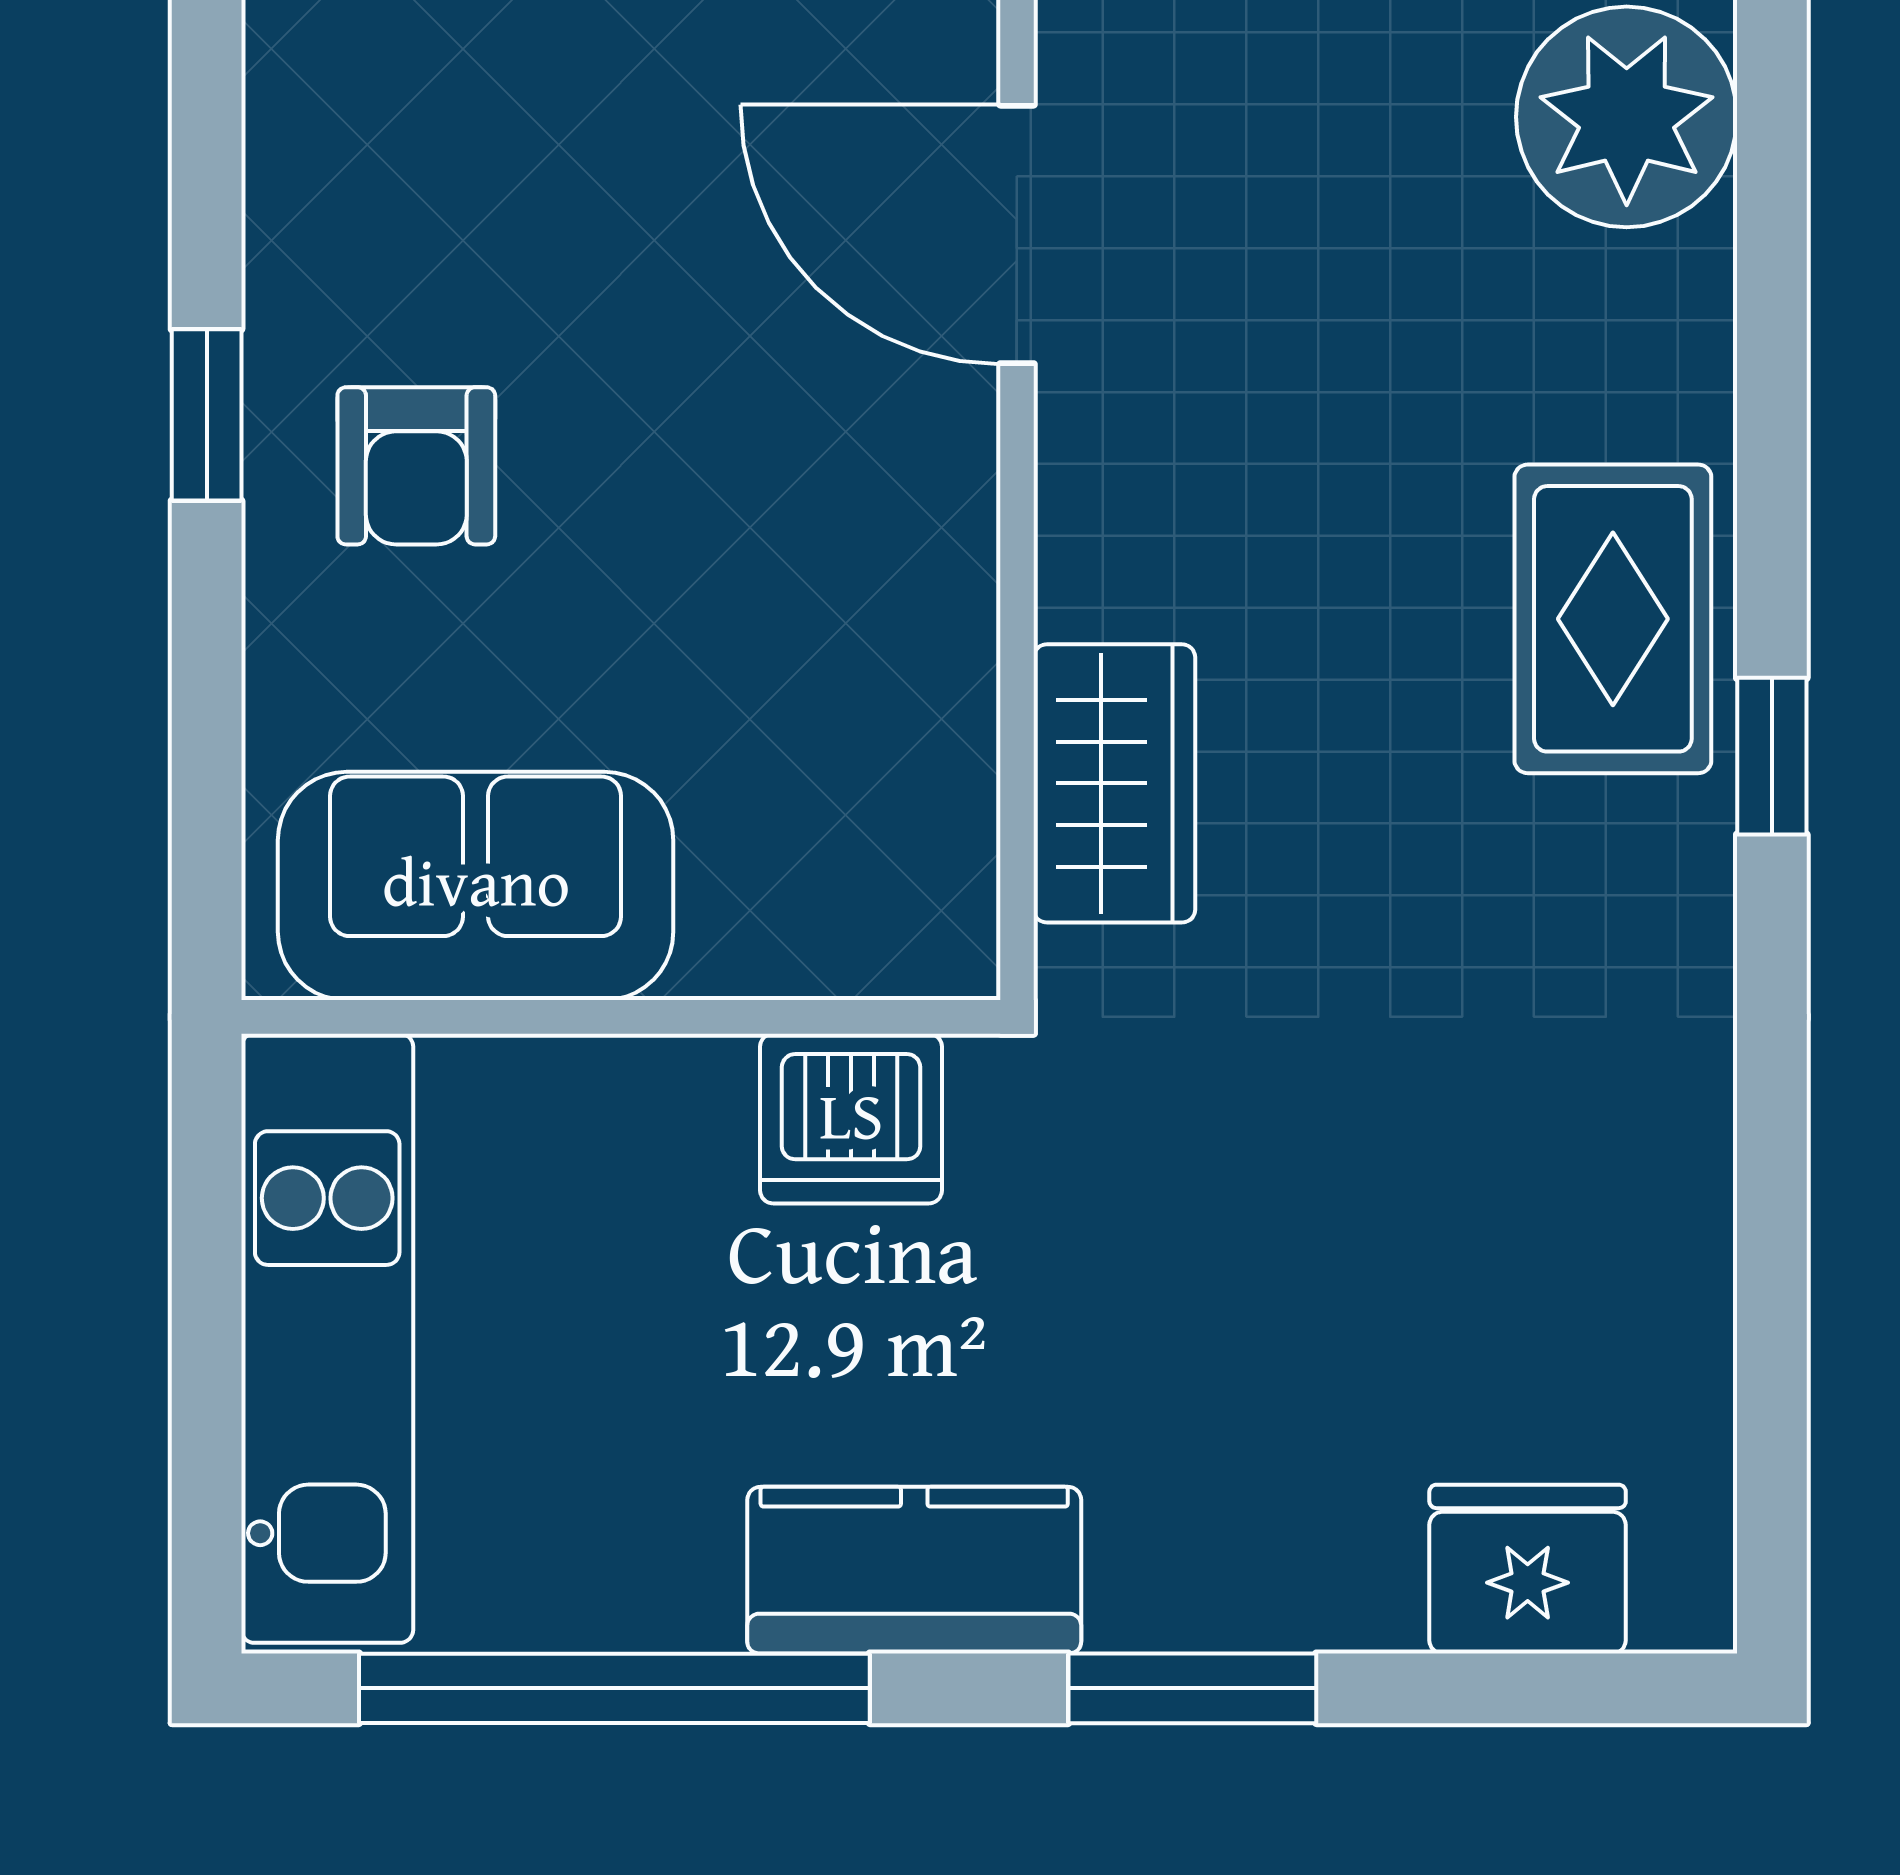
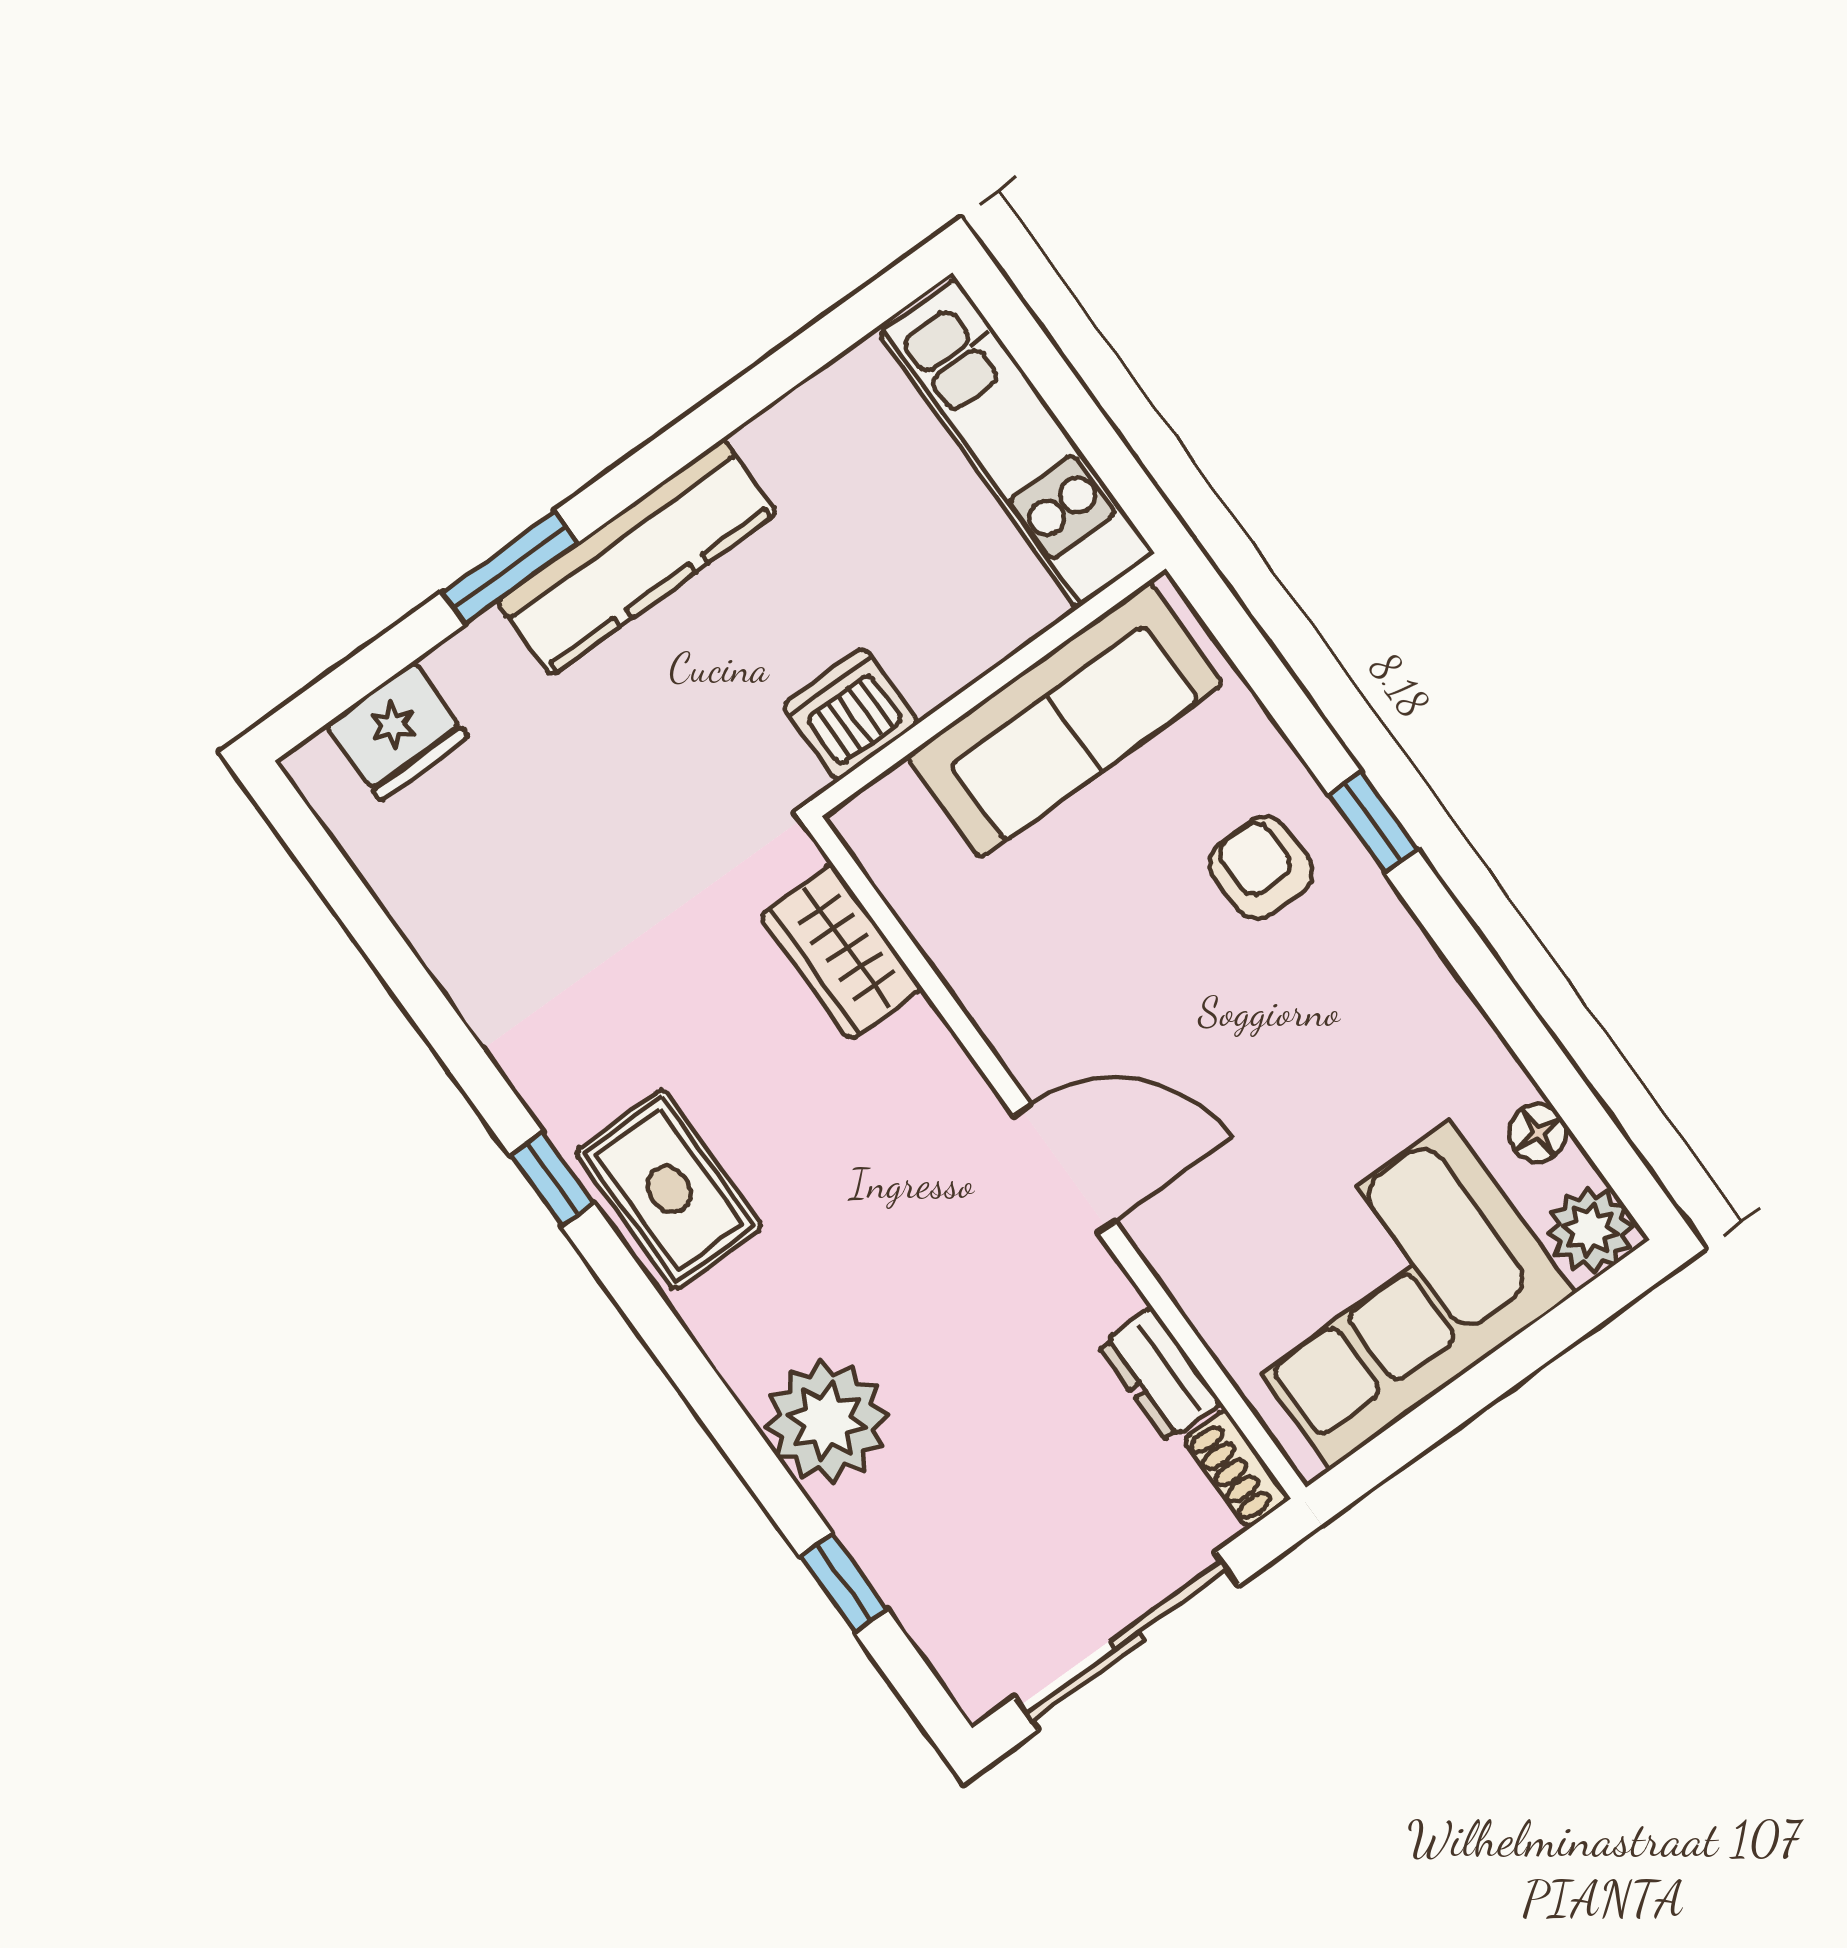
sofa: (476, 886) -> (1065, 720), width x1.36
kitchen counter: (914, 1570) -> (637, 557), width x1.50
window: (614, 1688) -> (772, 378), removed

